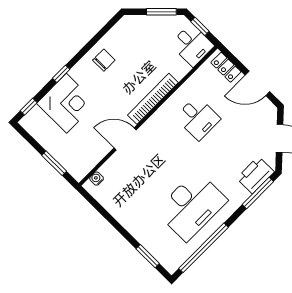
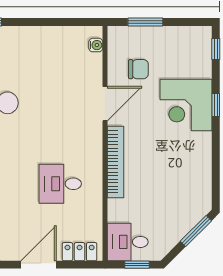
window: (161, 12) -> (196, 231), moved
chair: (104, 60) -> (138, 69), moved, turned -90
corner desk: (66, 103) -> (186, 105), moved

